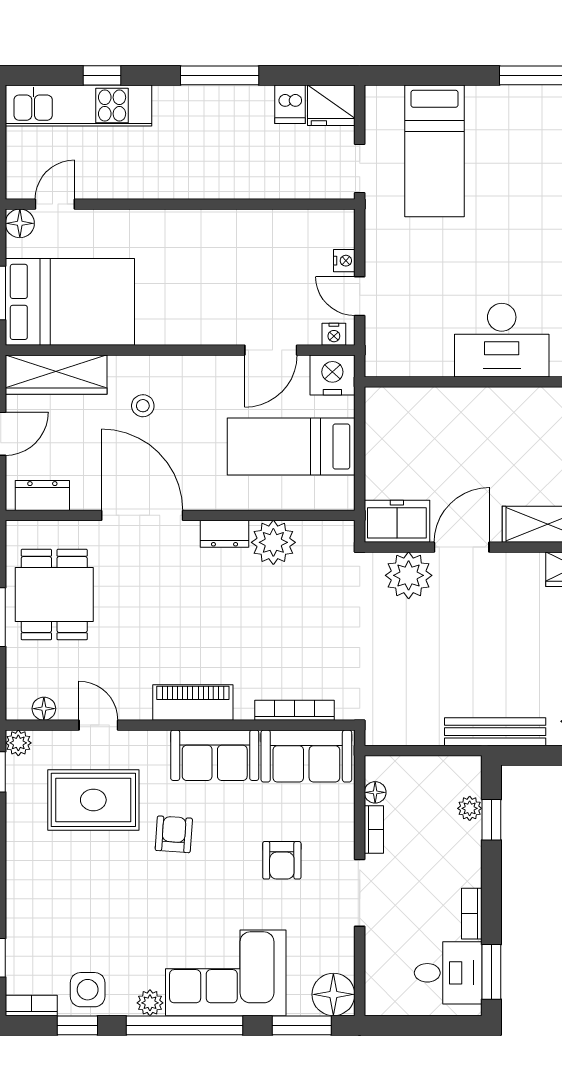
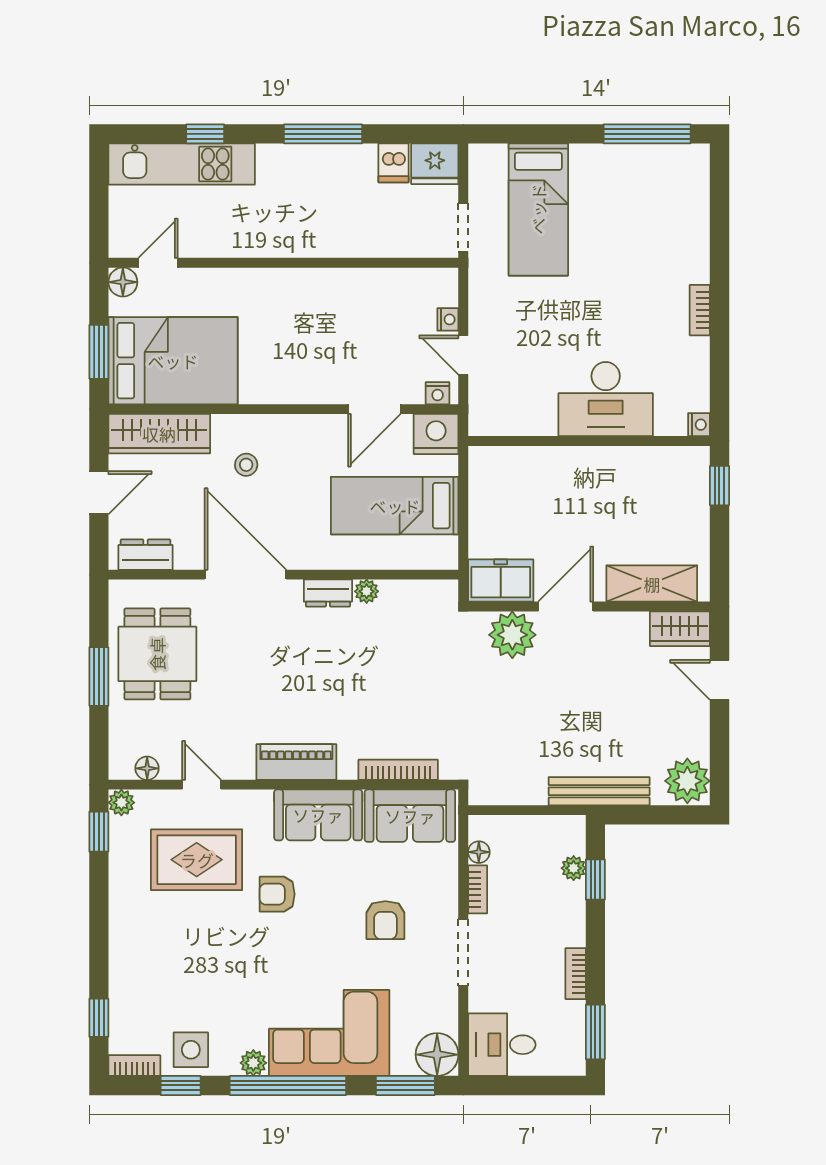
plant: (273, 542) -> (367, 591), width x0.53, depth x0.53
armchair: (174, 834) -> (277, 894), turned -94
desk: (448, 973) -> (502, 1045), moved, turned 180

